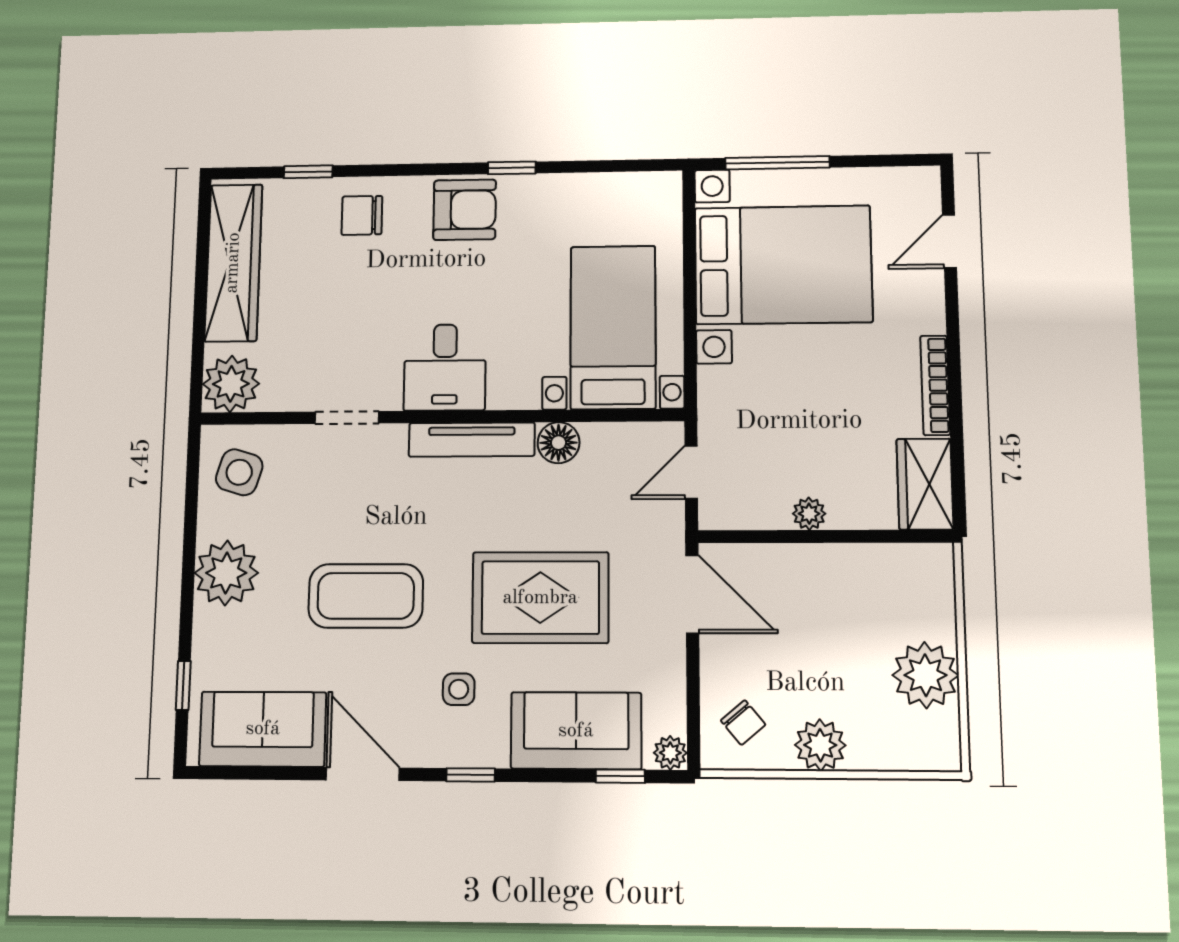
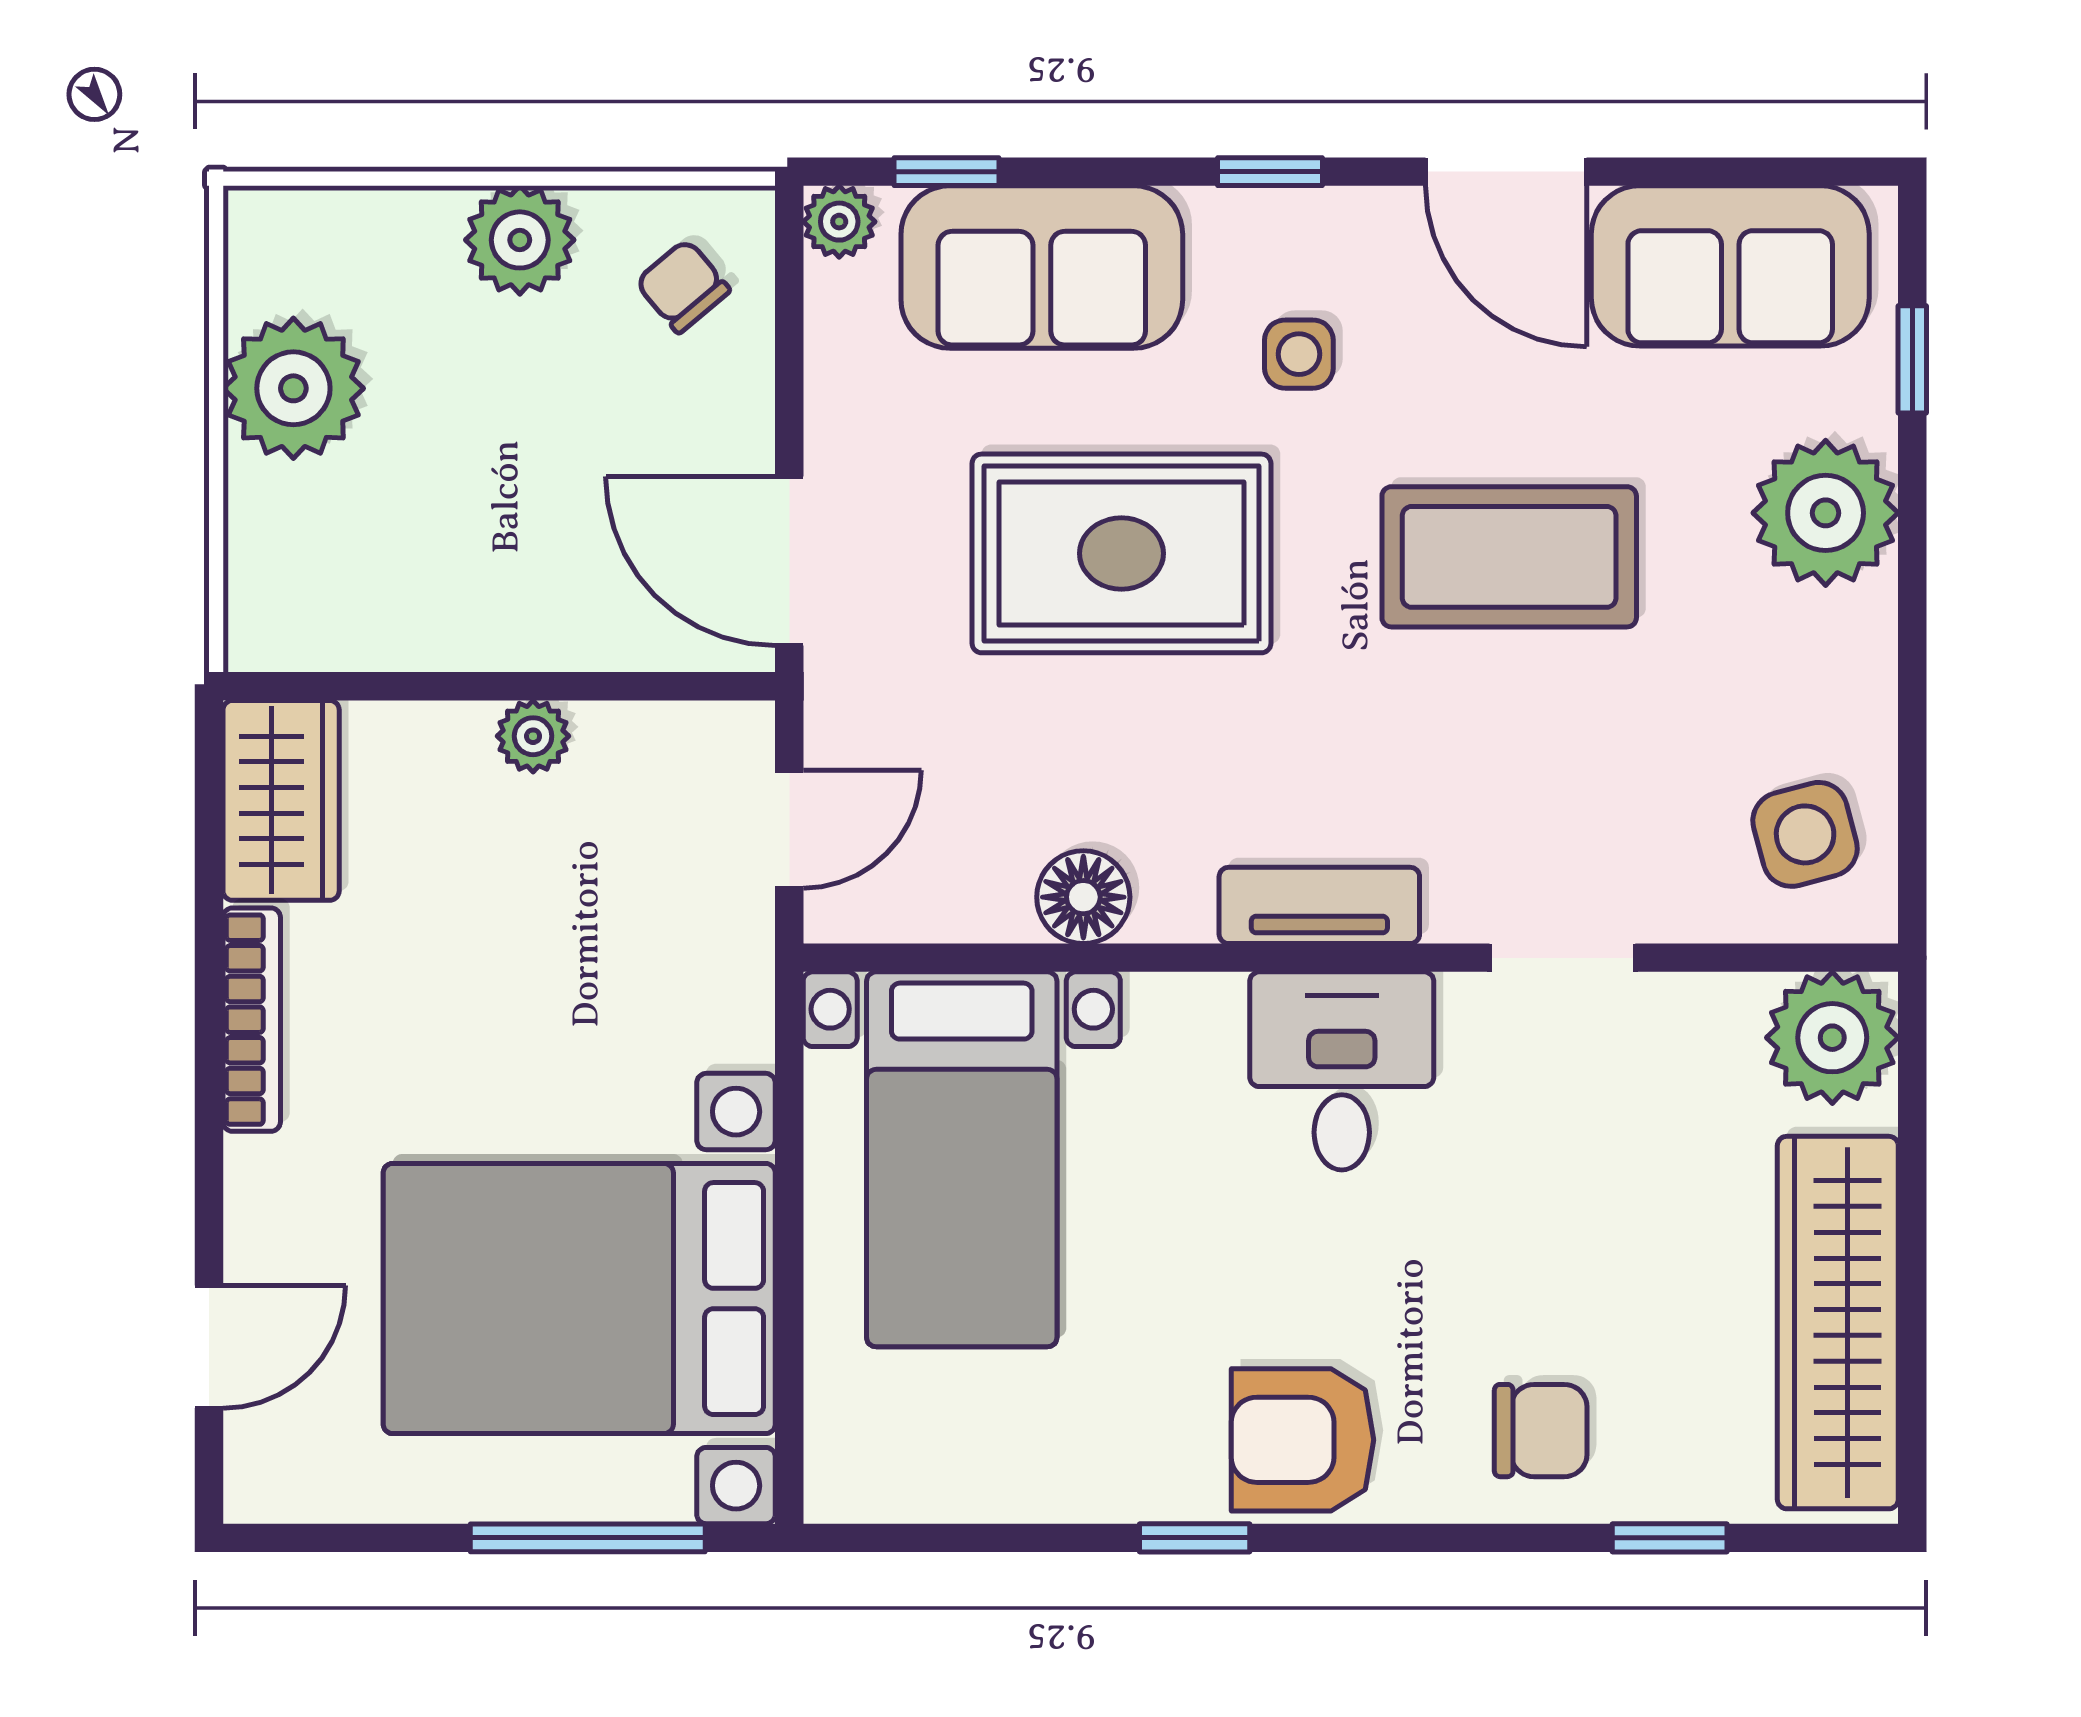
tv unit: (472, 440) -> (1319, 905), width x0.71
side table: (239, 472) -> (1805, 834), turned -32
plant: (226, 573) -> (1826, 513), moved

